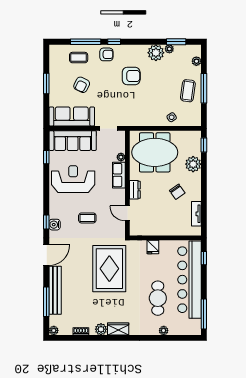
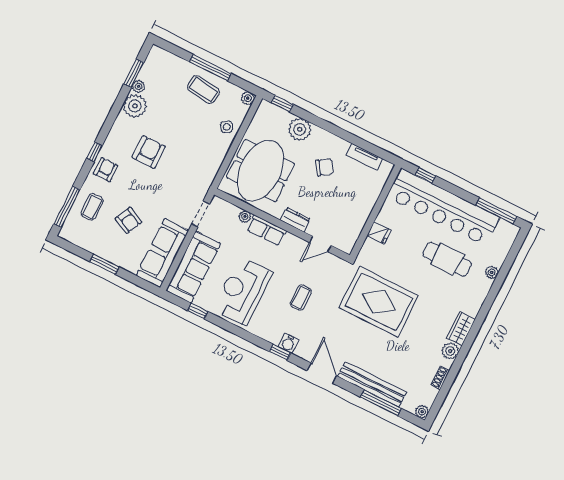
window: (86, 42) -> (67, 207), moved
plant: (196, 61) -> (248, 98), moved

